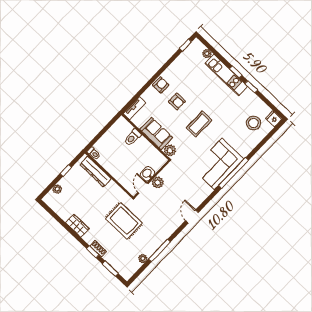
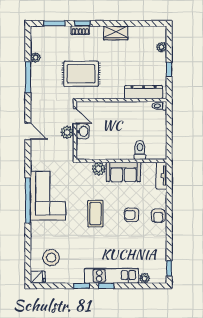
washbasin: (147, 174) -> (83, 131), moved
wall: (152, 179) -> (75, 130), moved
plant: (158, 183) -> (67, 132), moved
door: (143, 188) -> (75, 116), moved

